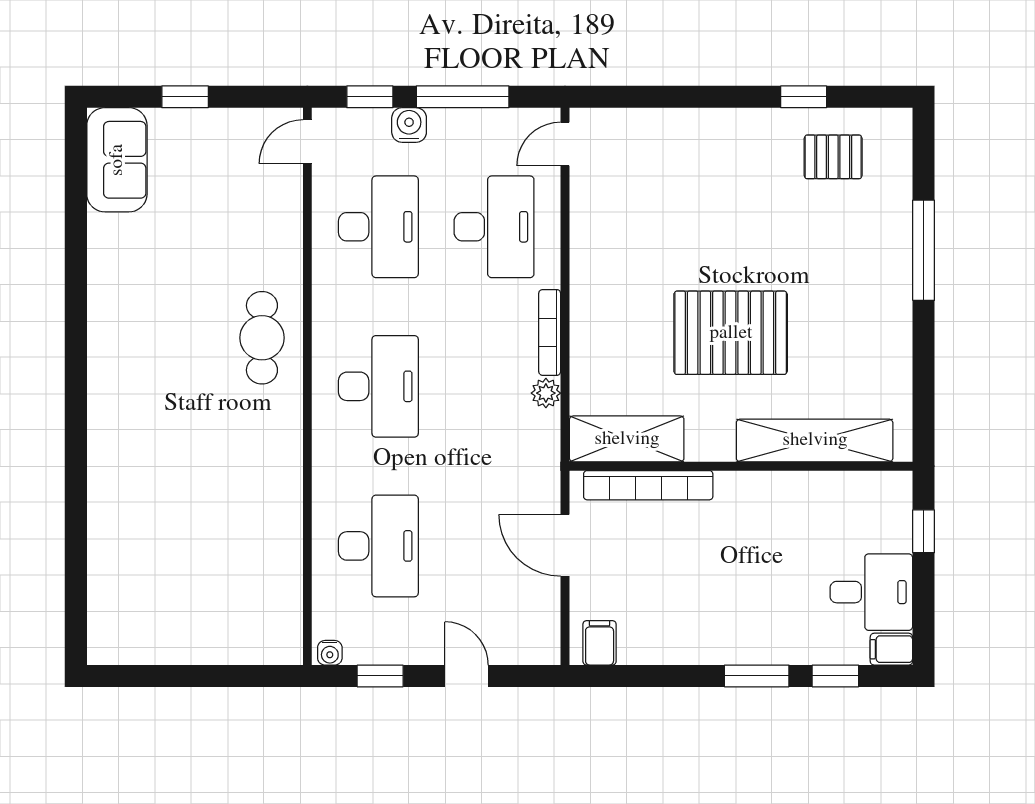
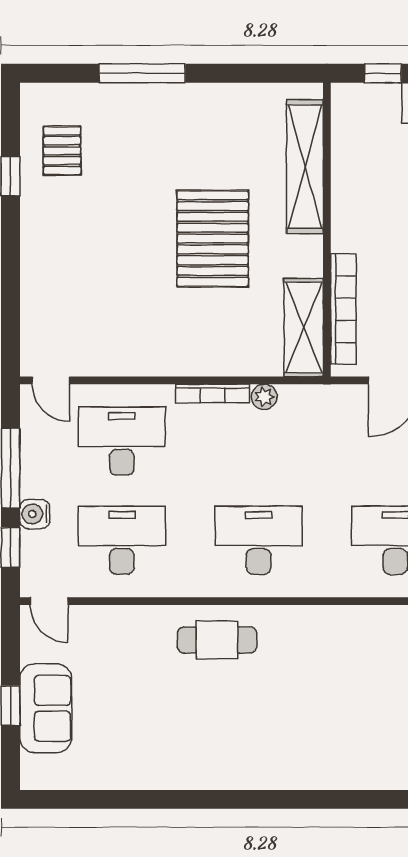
sofa: (117, 160) -> (46, 708), moved, turned 90

